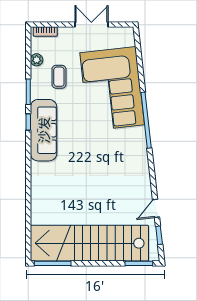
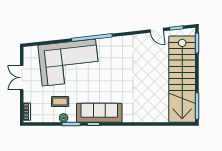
plant: (37, 60) -> (64, 118), moved

